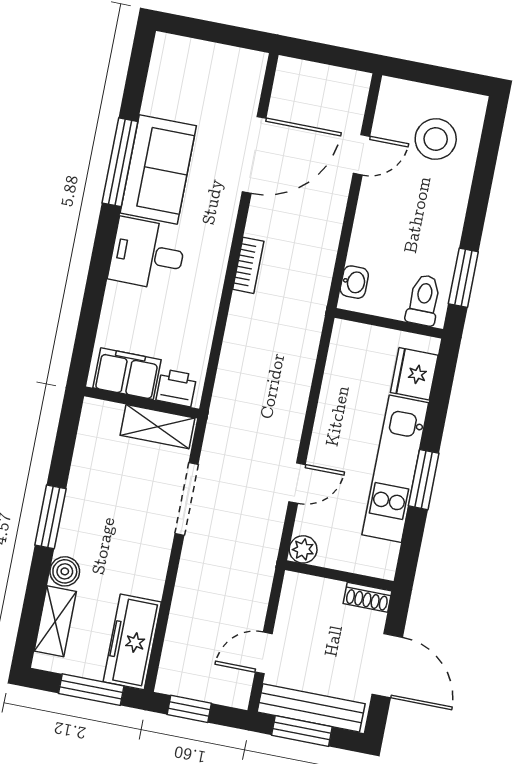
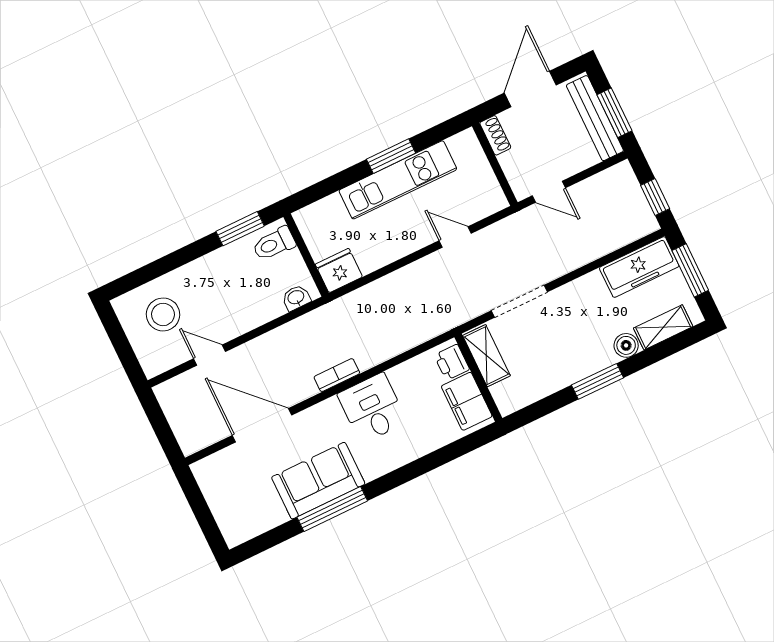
desk: (147, 254) -> (372, 408), moved, turned 180
fridge: (414, 374) -> (339, 271), moved, turned 180
plant: (303, 549) -> (495, 201), removed
door: (264, 653) -> (549, 192), moved

